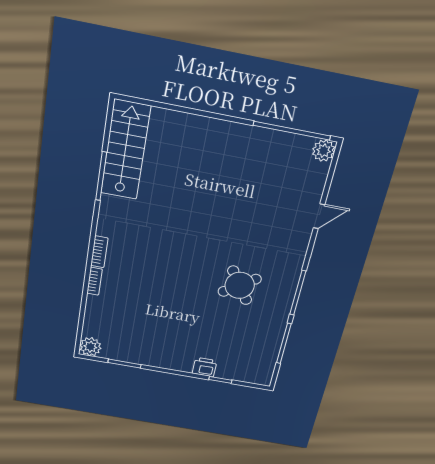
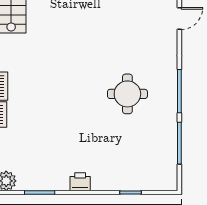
round table: (240, 285) -> (127, 94), turned 34
printer: (205, 367) -> (80, 182), moved

